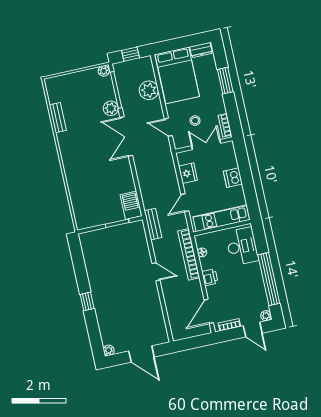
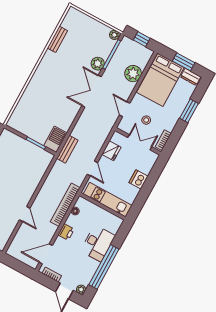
window: (184, 42) -> (184, 62), added
door: (185, 203) -> (92, 168), swing flipped
bench: (153, 224) -> (67, 149), moved
desk: (242, 246) -> (98, 243), moved
door: (156, 272) -> (25, 214), moved

